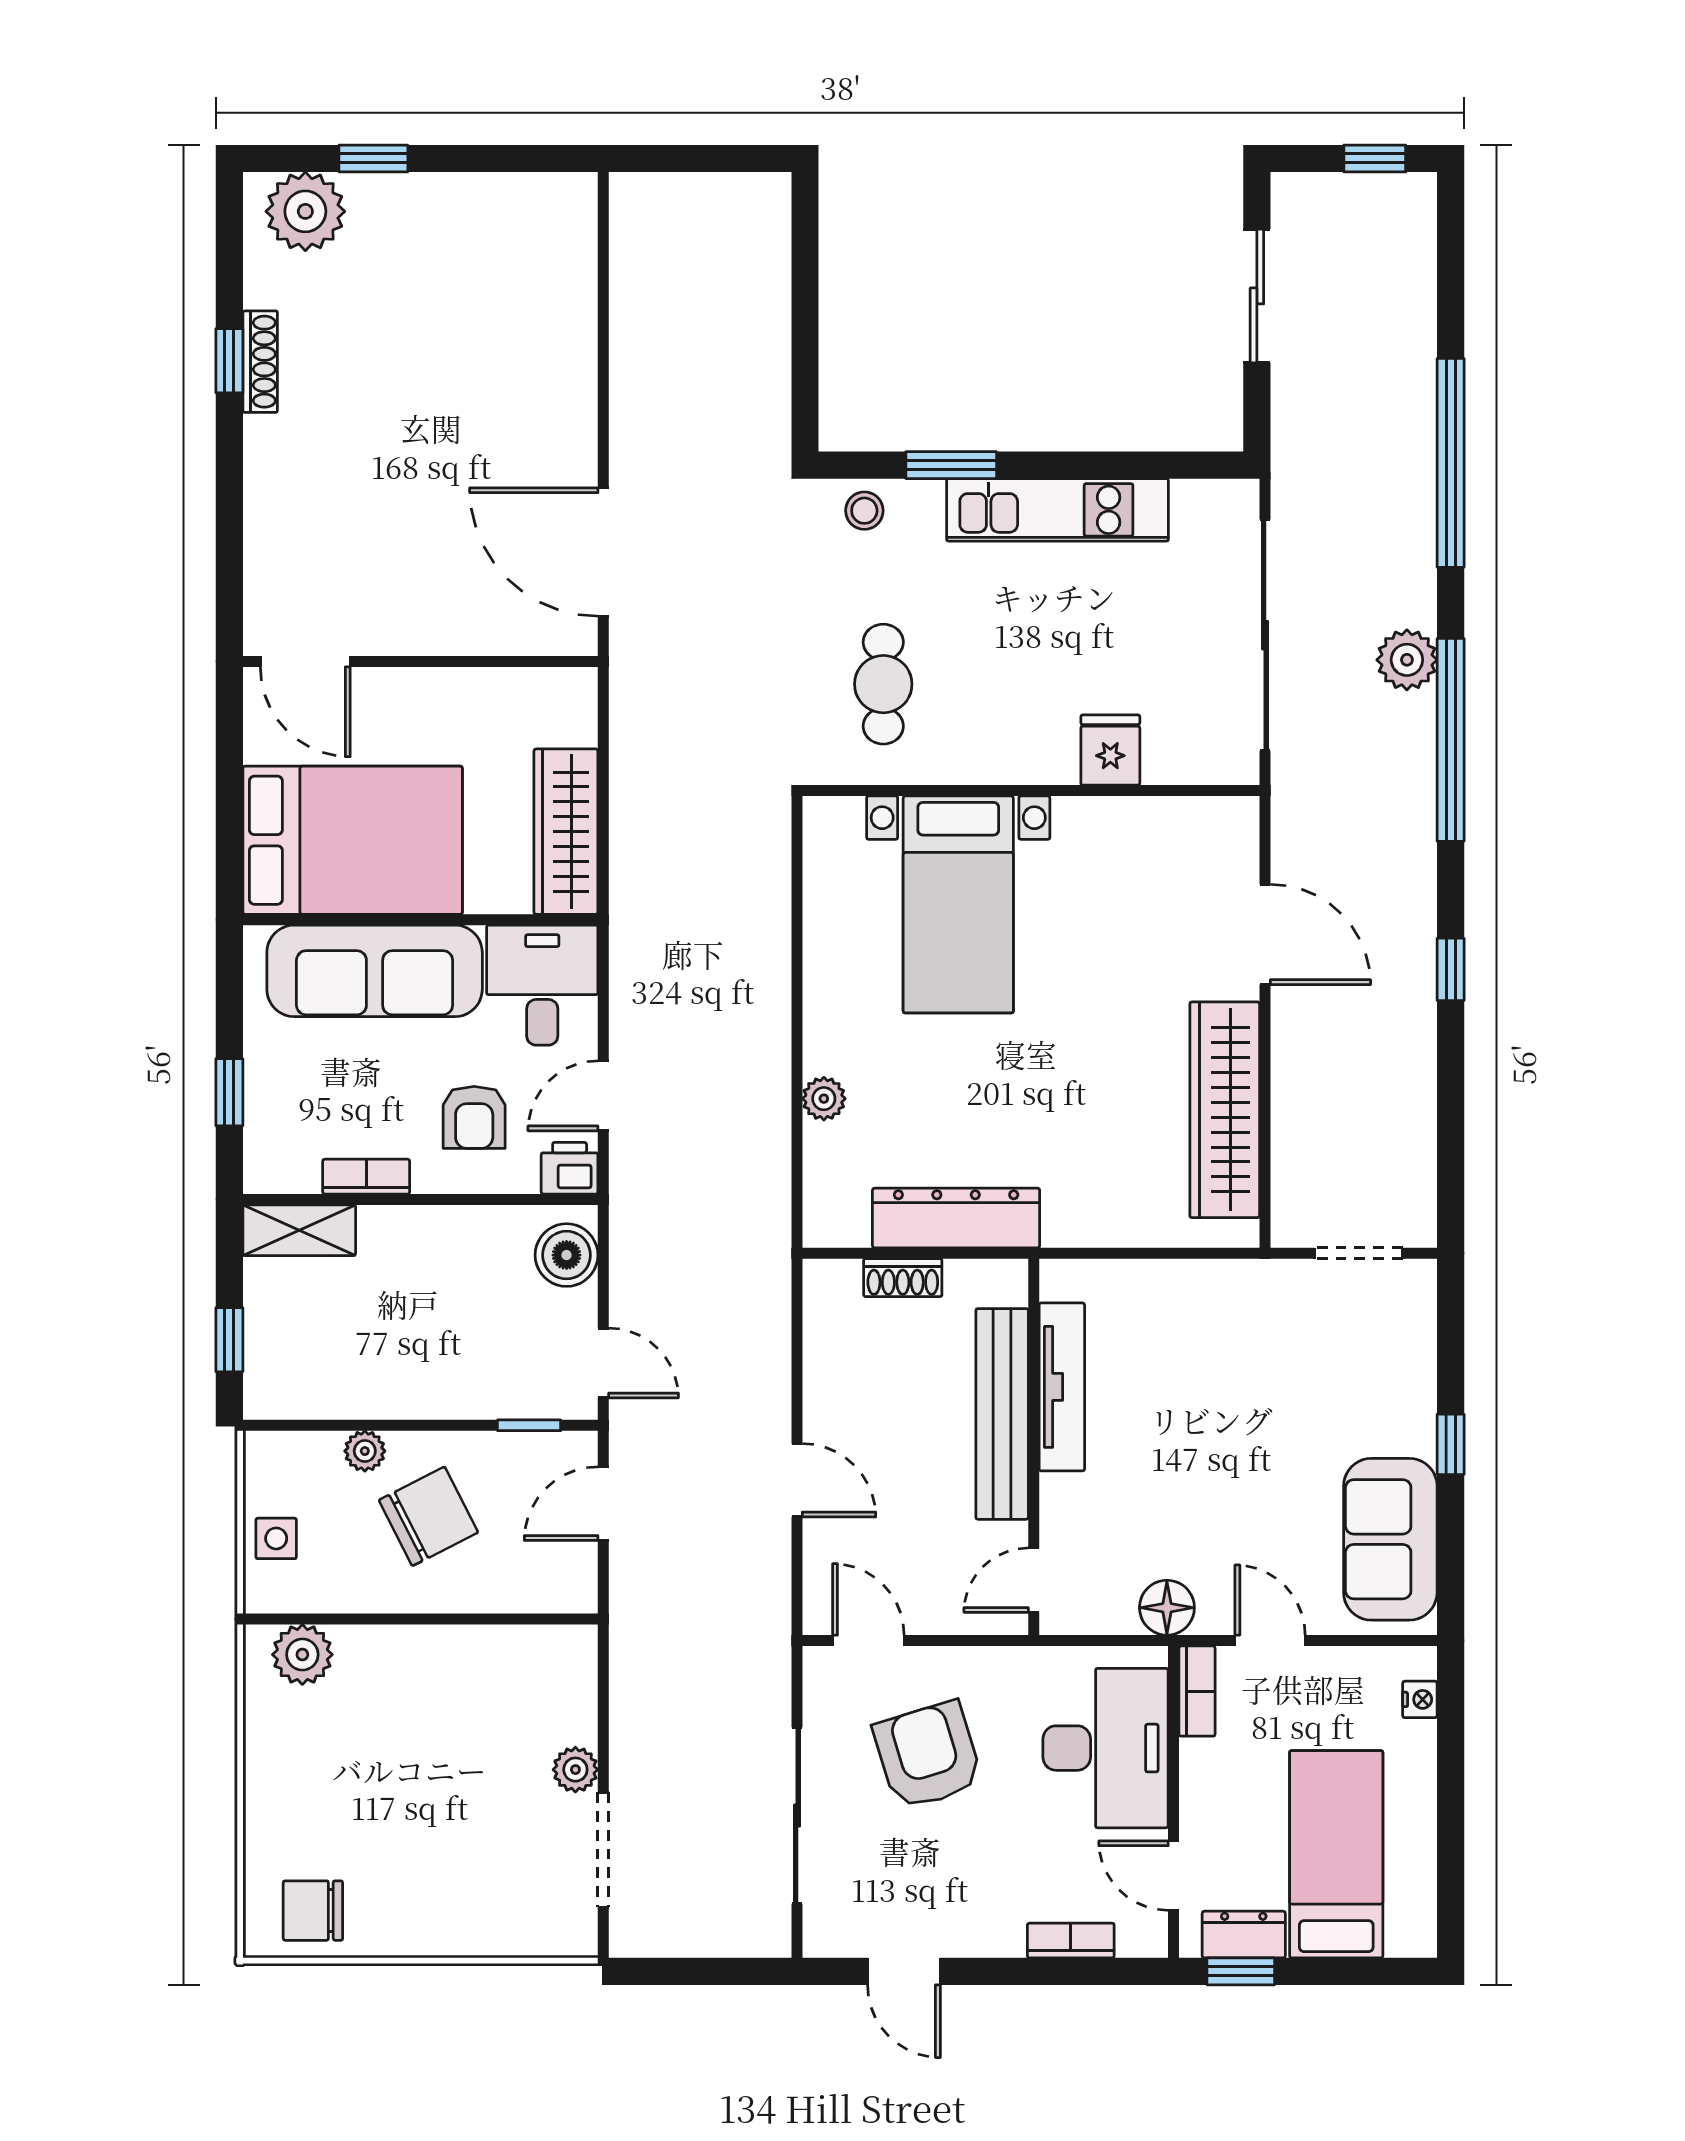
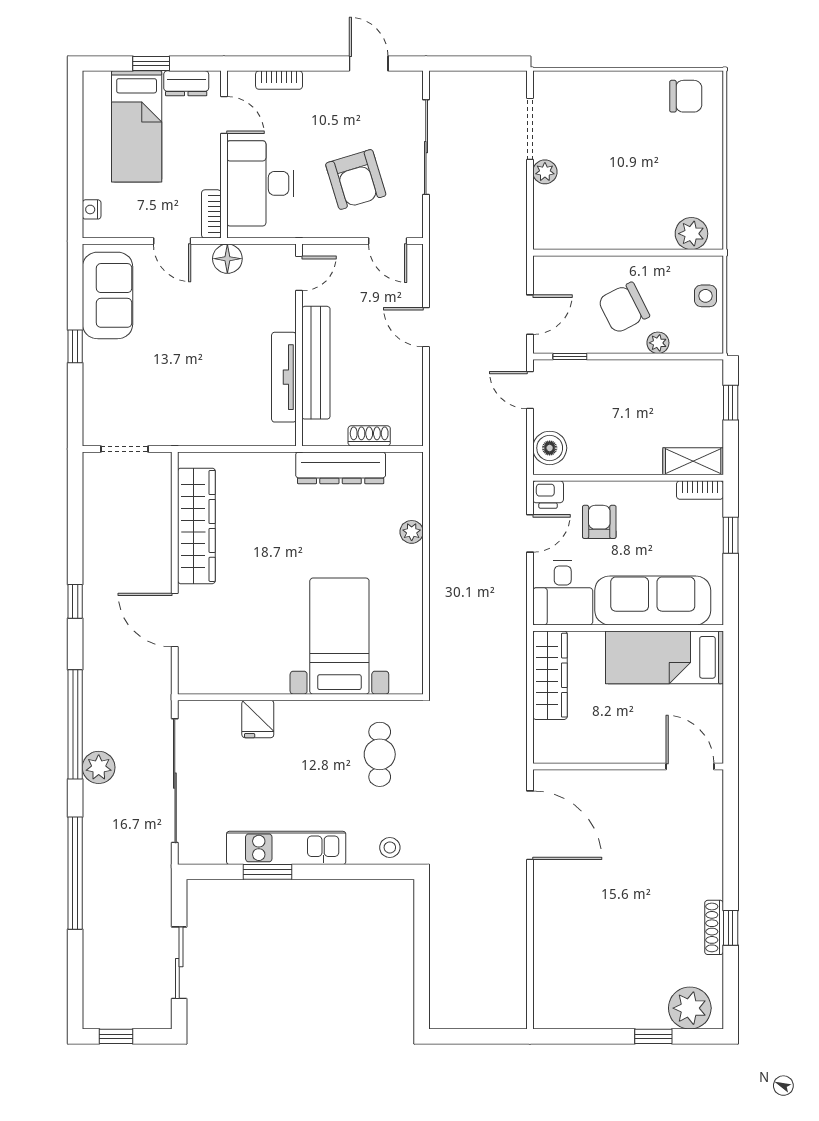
window: (951, 465) -> (267, 872), moved
bed: (353, 840) -> (664, 657), width x0.67
bookcase: (366, 1177) -> (700, 490), moved
window: (1241, 1971) -> (151, 64), moved

